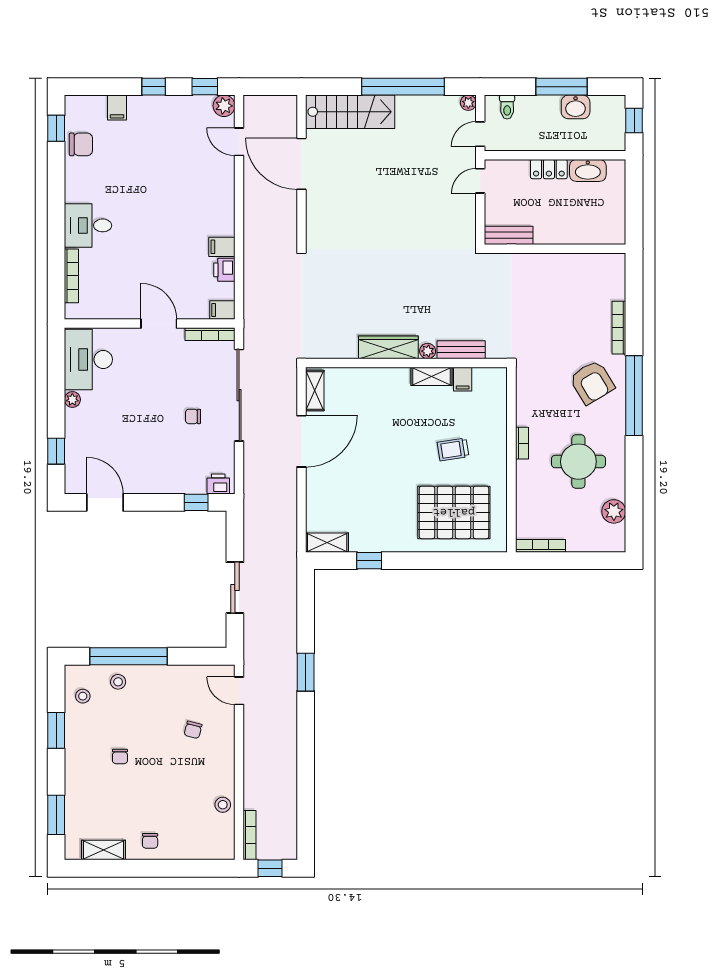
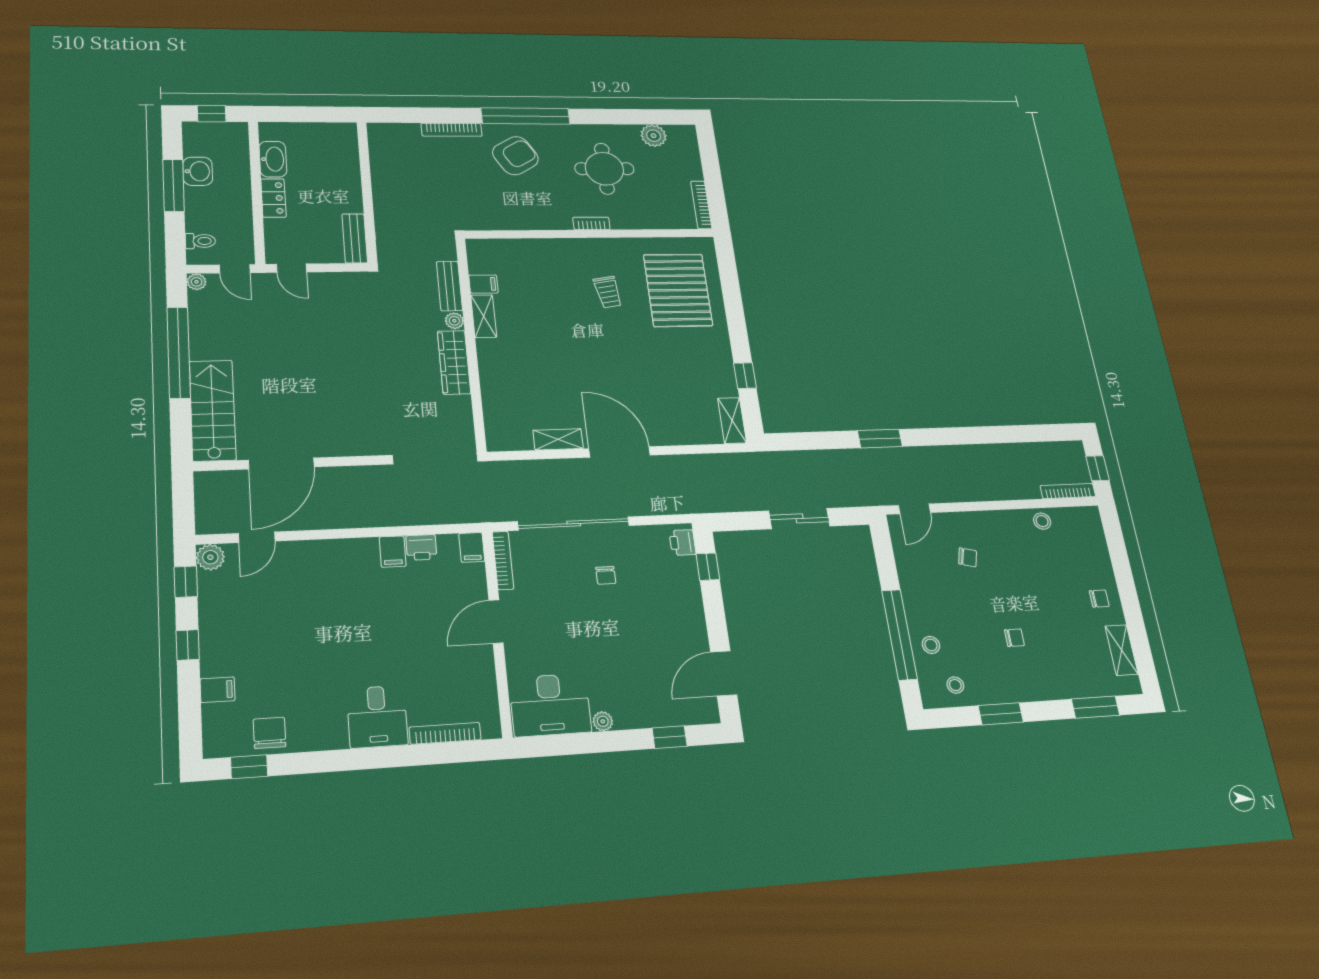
wardrobe: (388, 347) -> (454, 362), moved
bench: (461, 350) -> (449, 286), moved
plant: (428, 351) -> (454, 321), moved
wall: (406, 363) -> (471, 343), moved
shelving: (432, 376) -> (484, 316), moved
filing cabinet: (463, 379) -> (483, 284), moved

